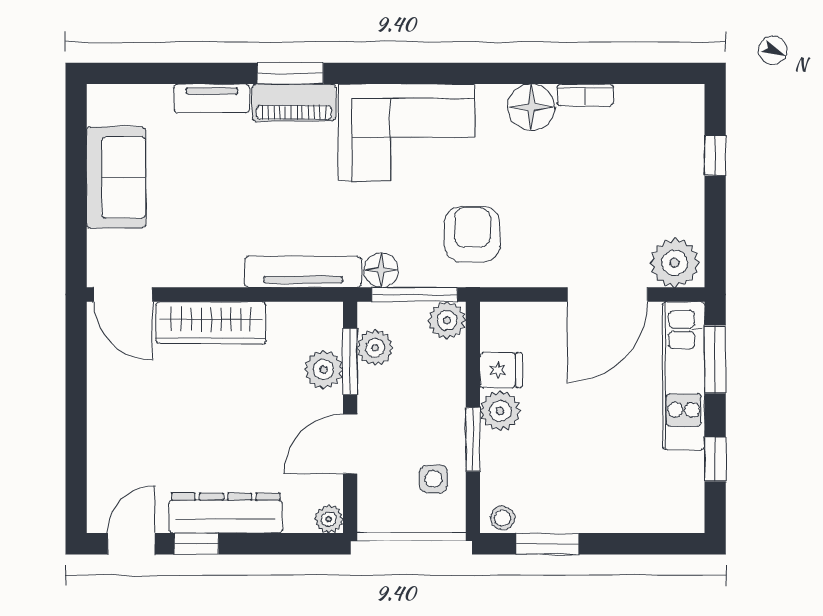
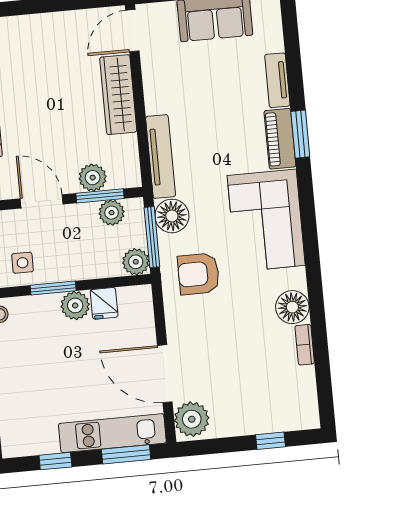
armchair: (472, 234) -> (198, 274), turned 180
floor lamp: (381, 270) -> (172, 216), width x1.38, depth x1.38

